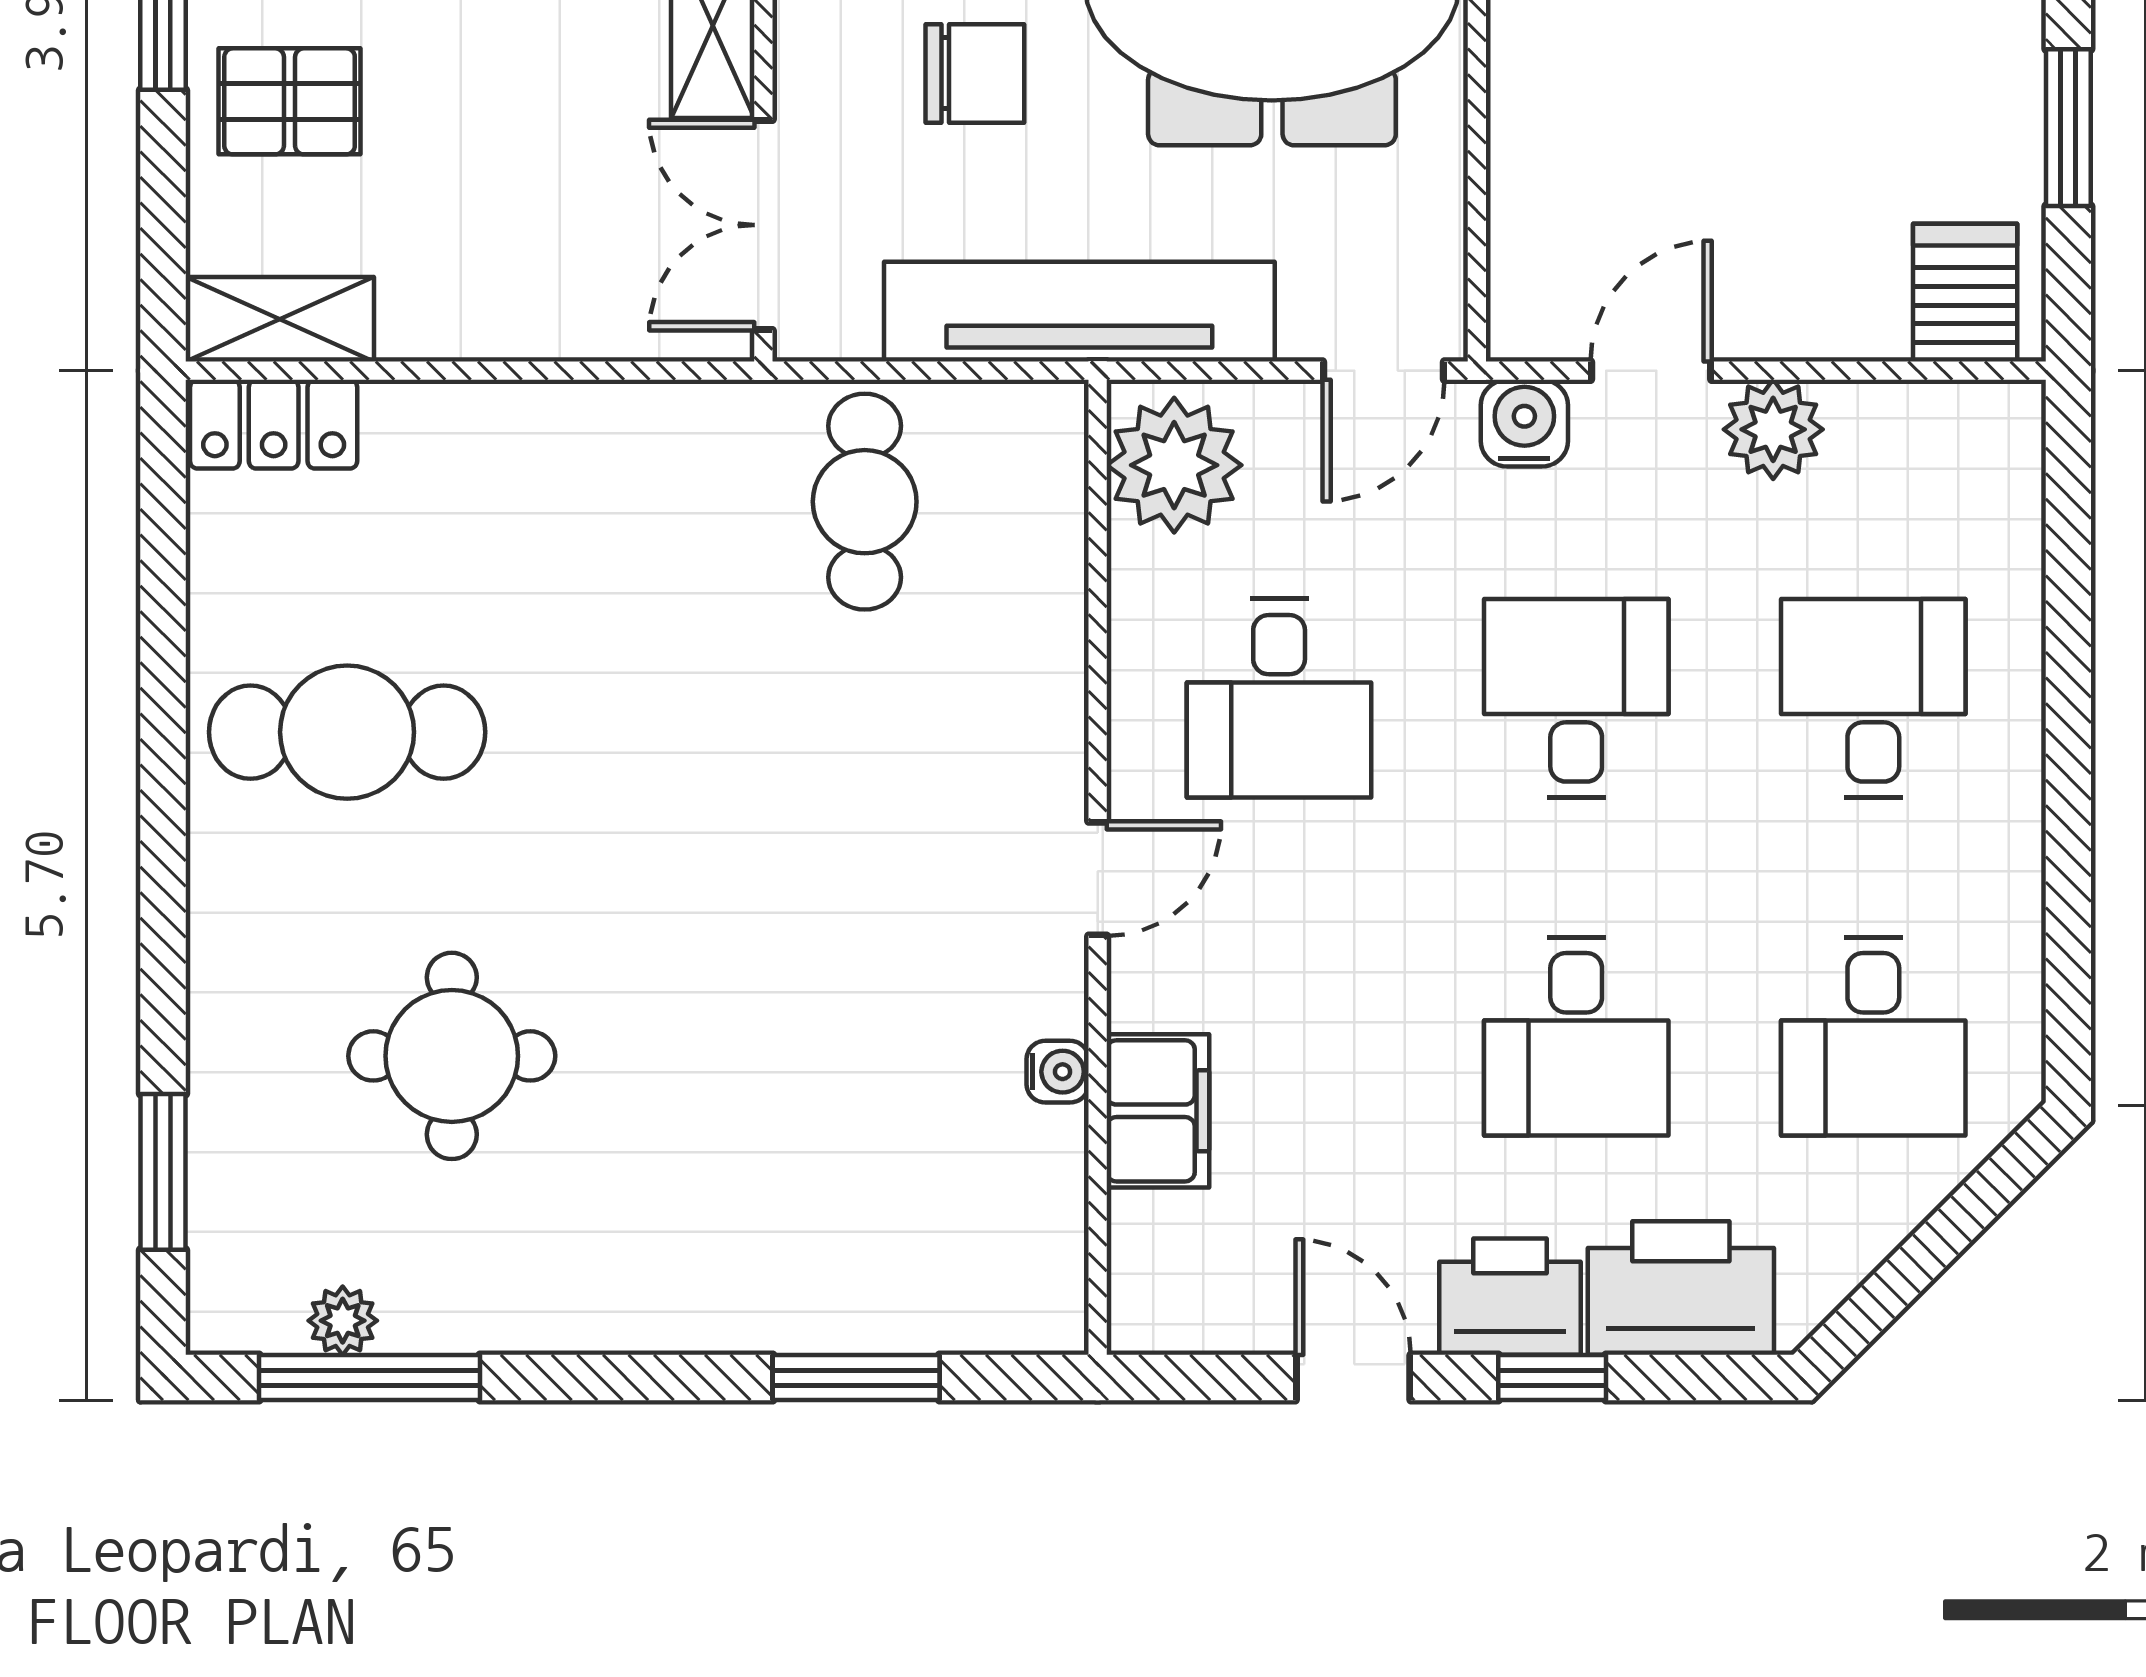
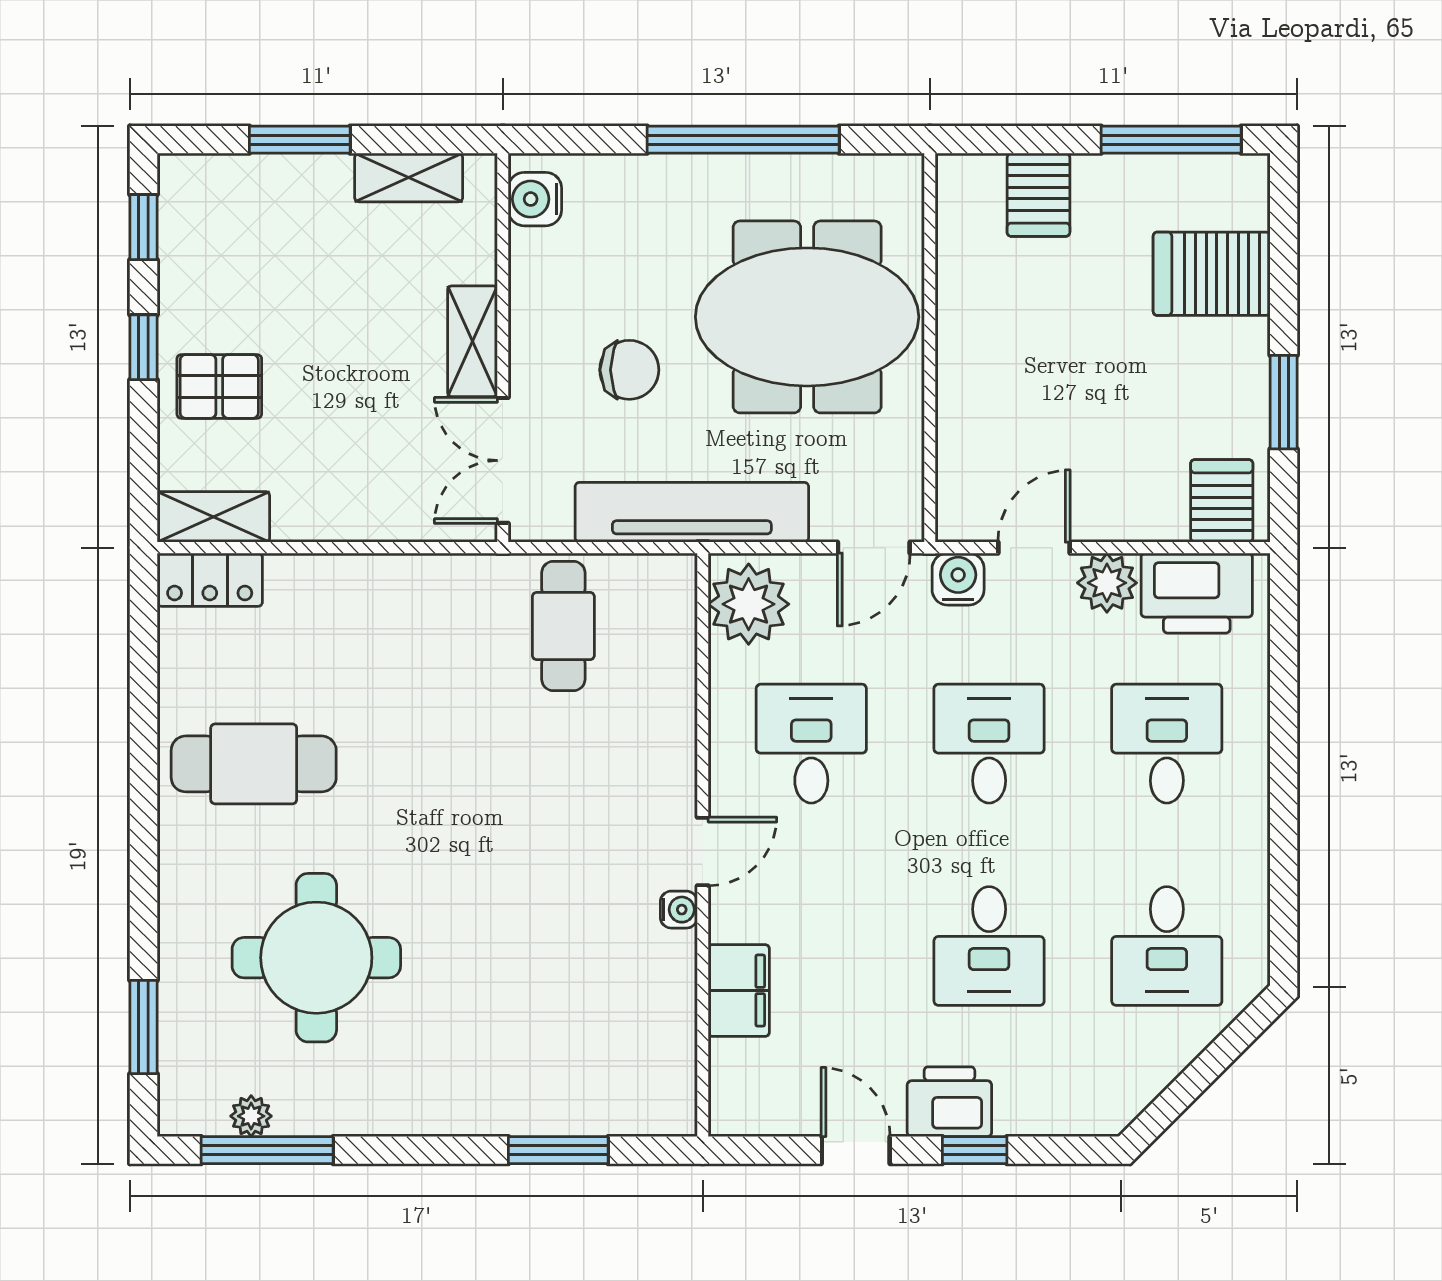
desk: (1279, 698) -> (811, 744), turned 180
round table: (452, 1056) -> (316, 958), width x1.36, depth x1.36
water cooler: (1058, 1072) -> (679, 910), moved
printer: (1681, 1288) -> (1197, 593), moved, turned 180

